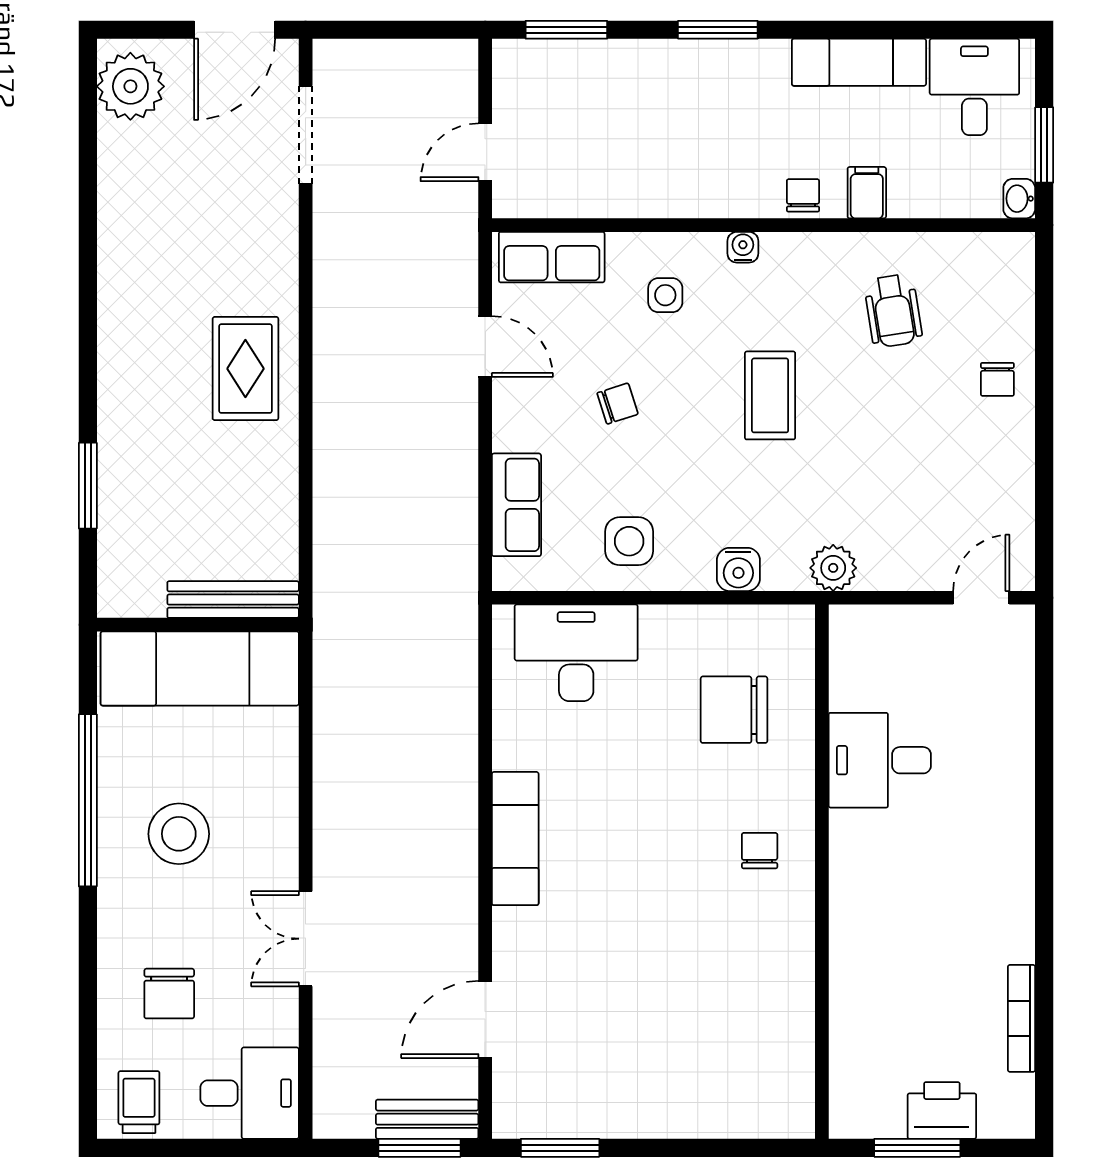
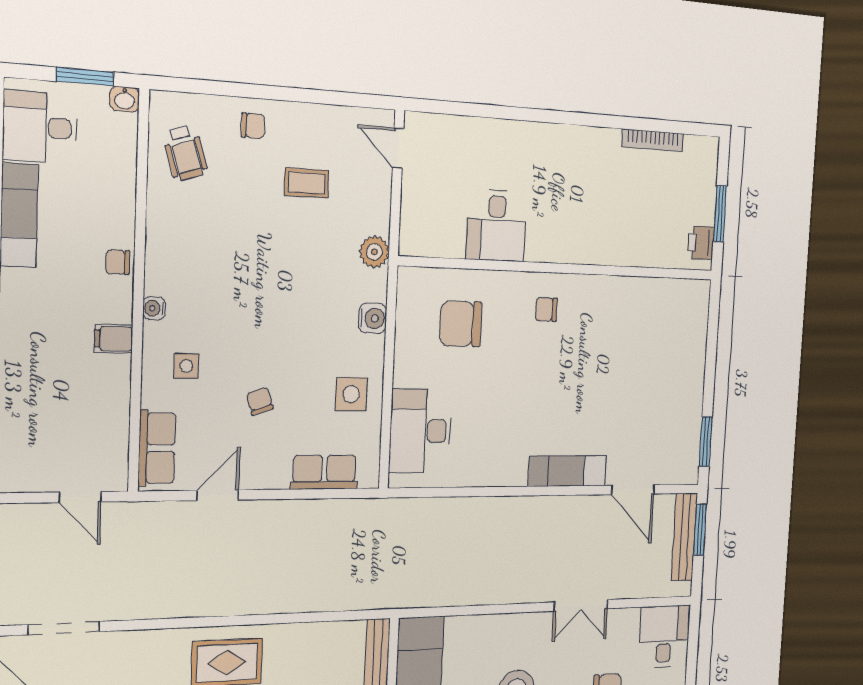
filing cabinet: (867, 193) -> (114, 339), moved
wheelchair: (893, 311) -> (185, 153), moved, turned 81
coffee table: (770, 395) -> (307, 183), moved, width x0.73, depth x0.77
chair: (734, 710) -> (461, 324), turned 90
exam couch: (515, 839) -> (567, 471), moved
printer: (942, 1110) -> (701, 243), moved, width x0.73, depth x0.81
bench: (427, 1119) -> (684, 537), width x1.36

